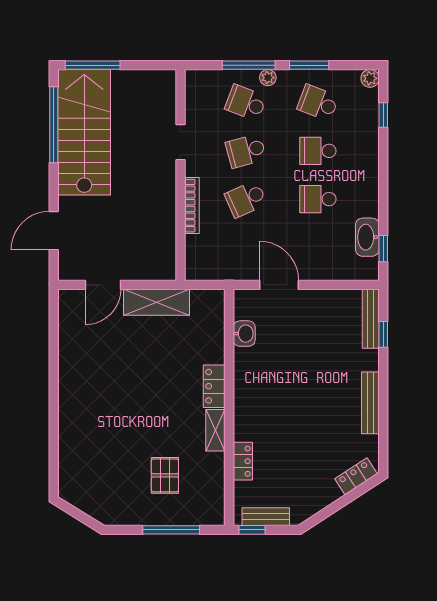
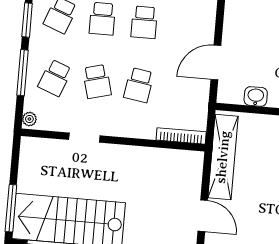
plant: (268, 78) -> (29, 119), moved
school desk: (246, 199) -> (139, 85), turned 33
bookcase: (192, 206) -> (181, 136), moved
shelving: (157, 302) -> (223, 157), width x1.47

